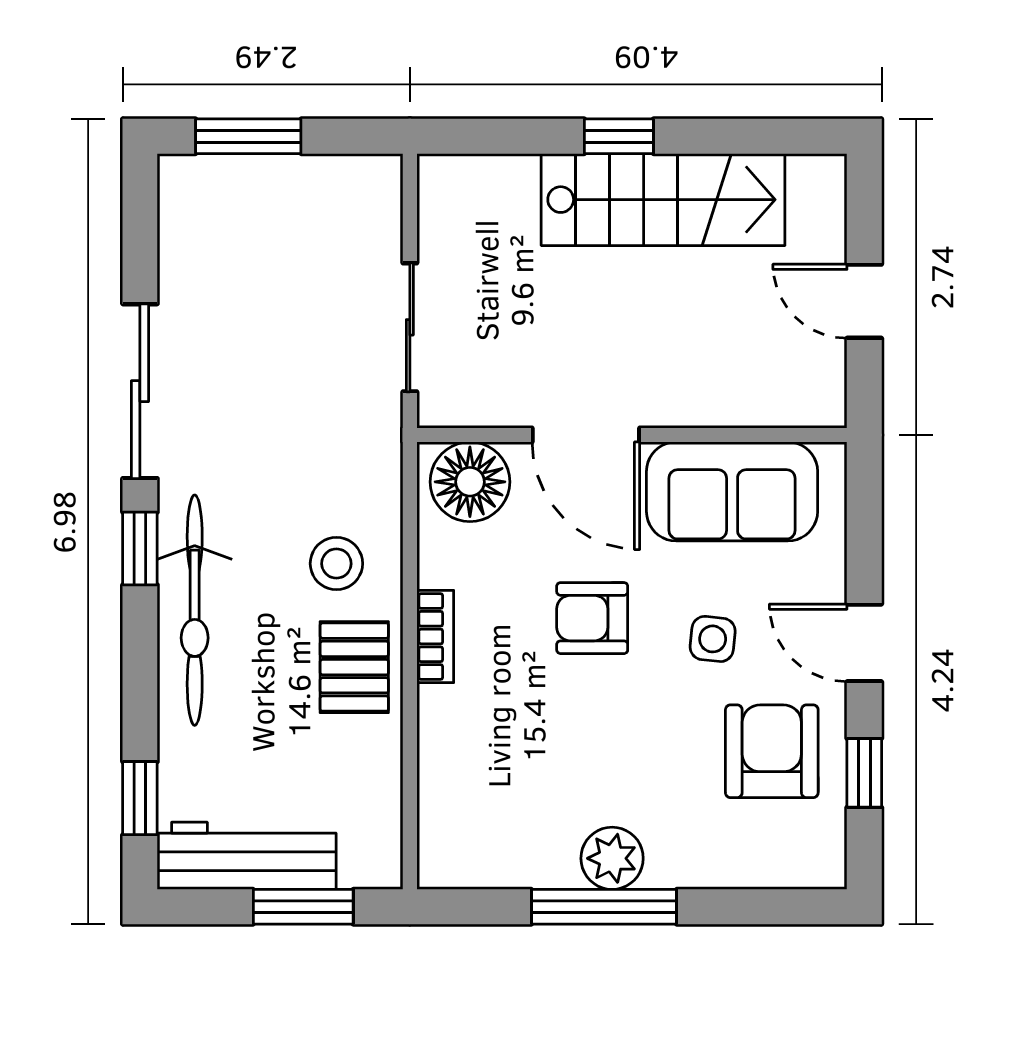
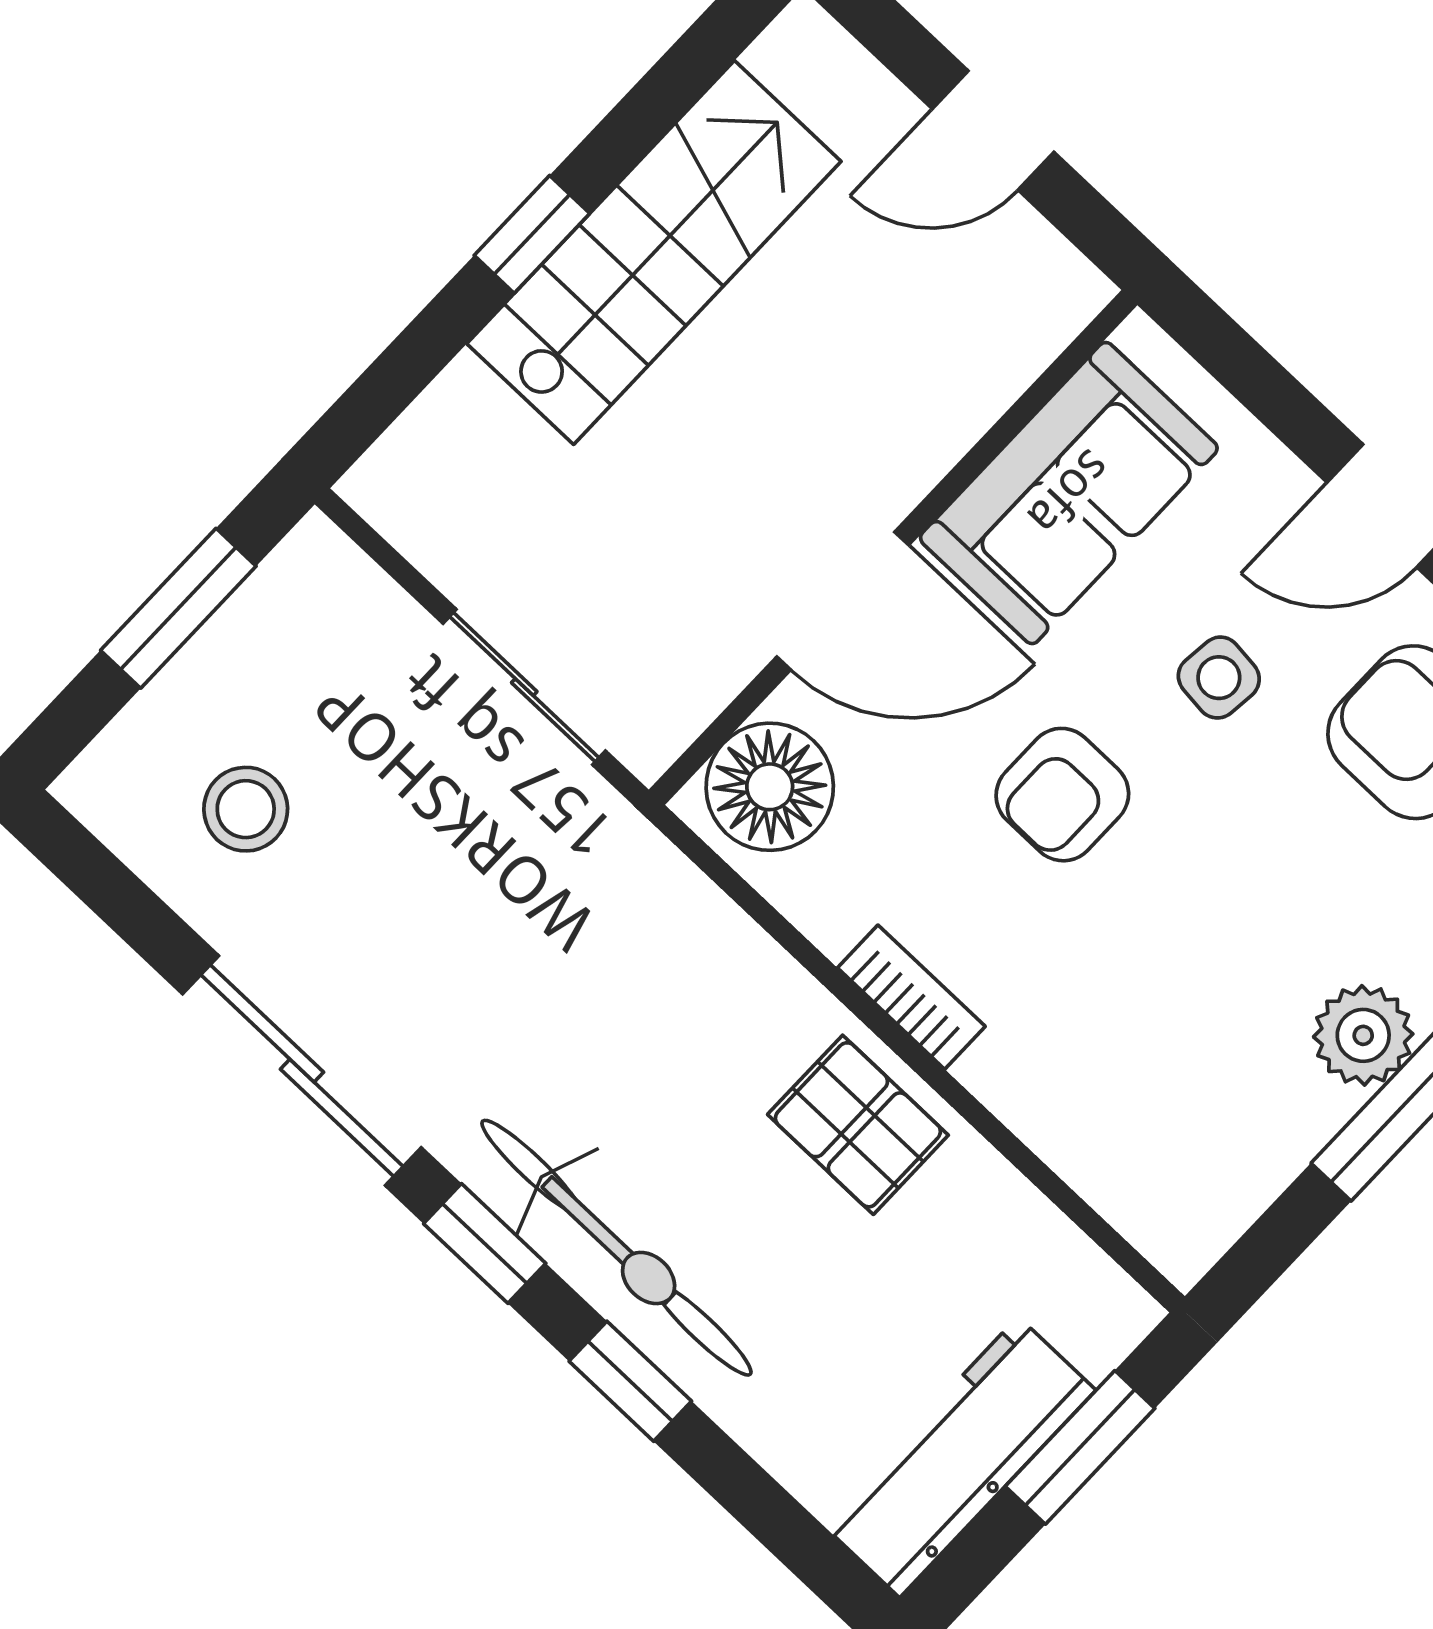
window: (248, 136) -> (178, 608), moved
stool: (336, 564) -> (246, 809), moved
window: (140, 798) -> (630, 1381), moved

